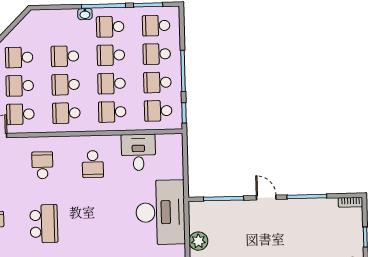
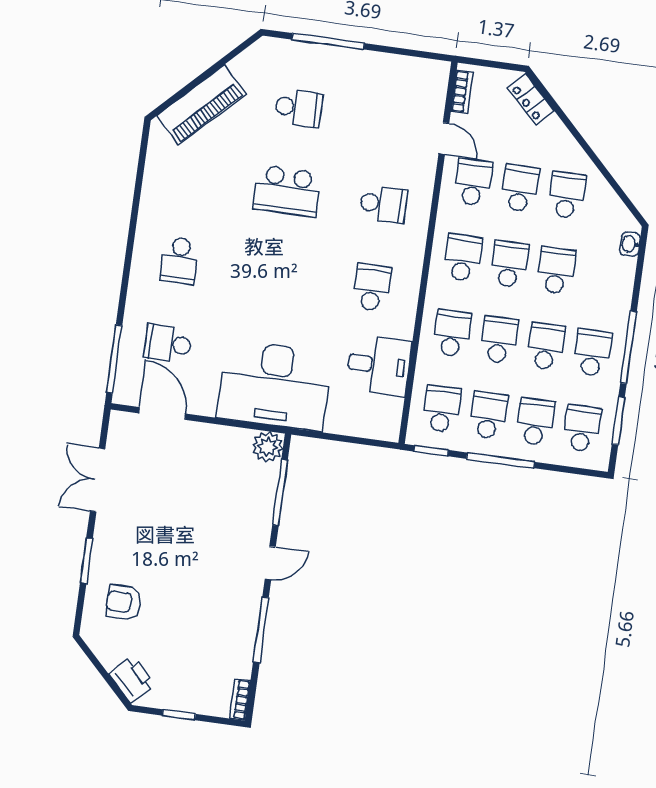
washbasin: (85, 14) -> (630, 244), moved
school desk: (93, 164) -> (372, 287), turned 90
plant: (198, 241) -> (267, 447), moved

